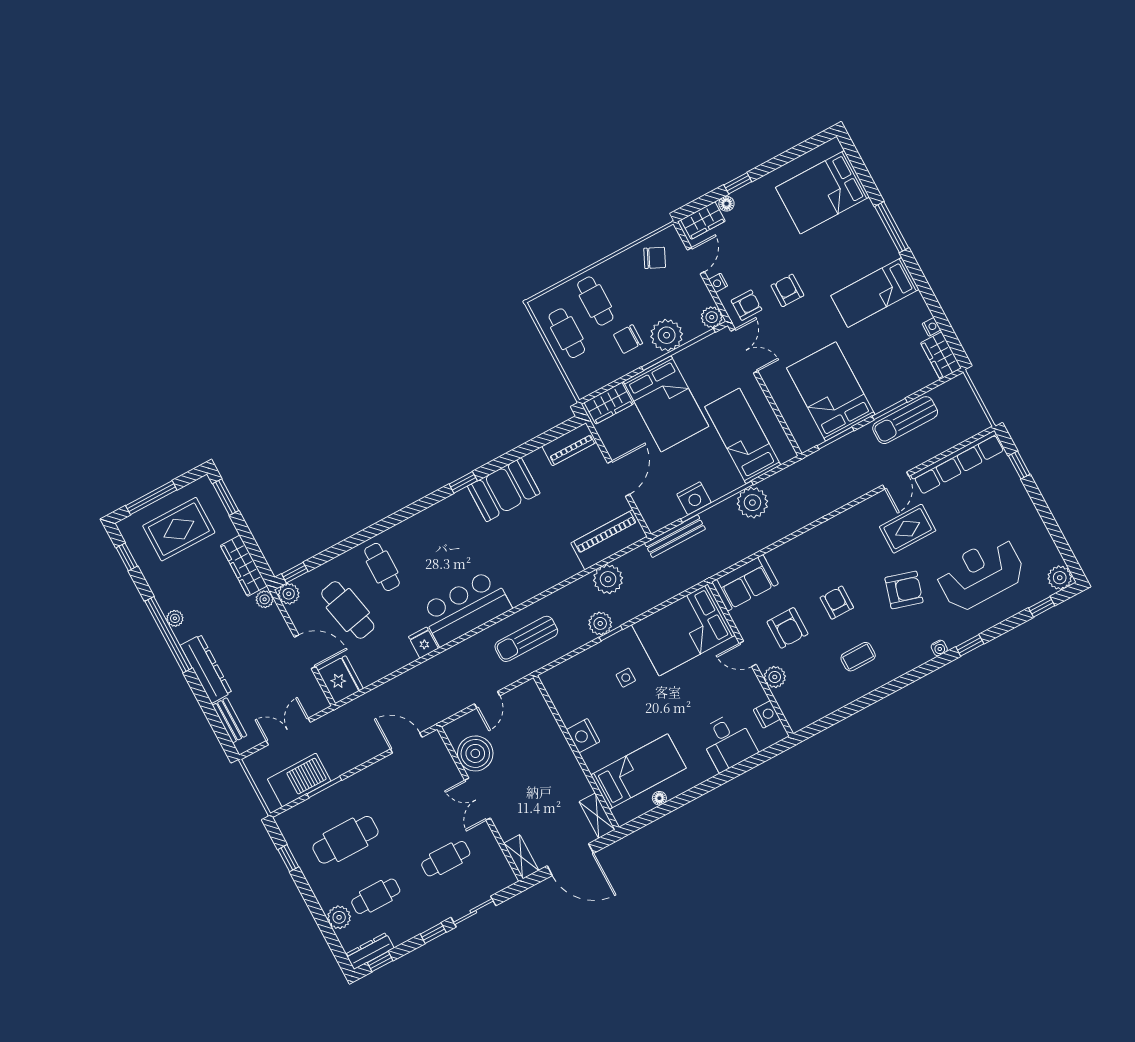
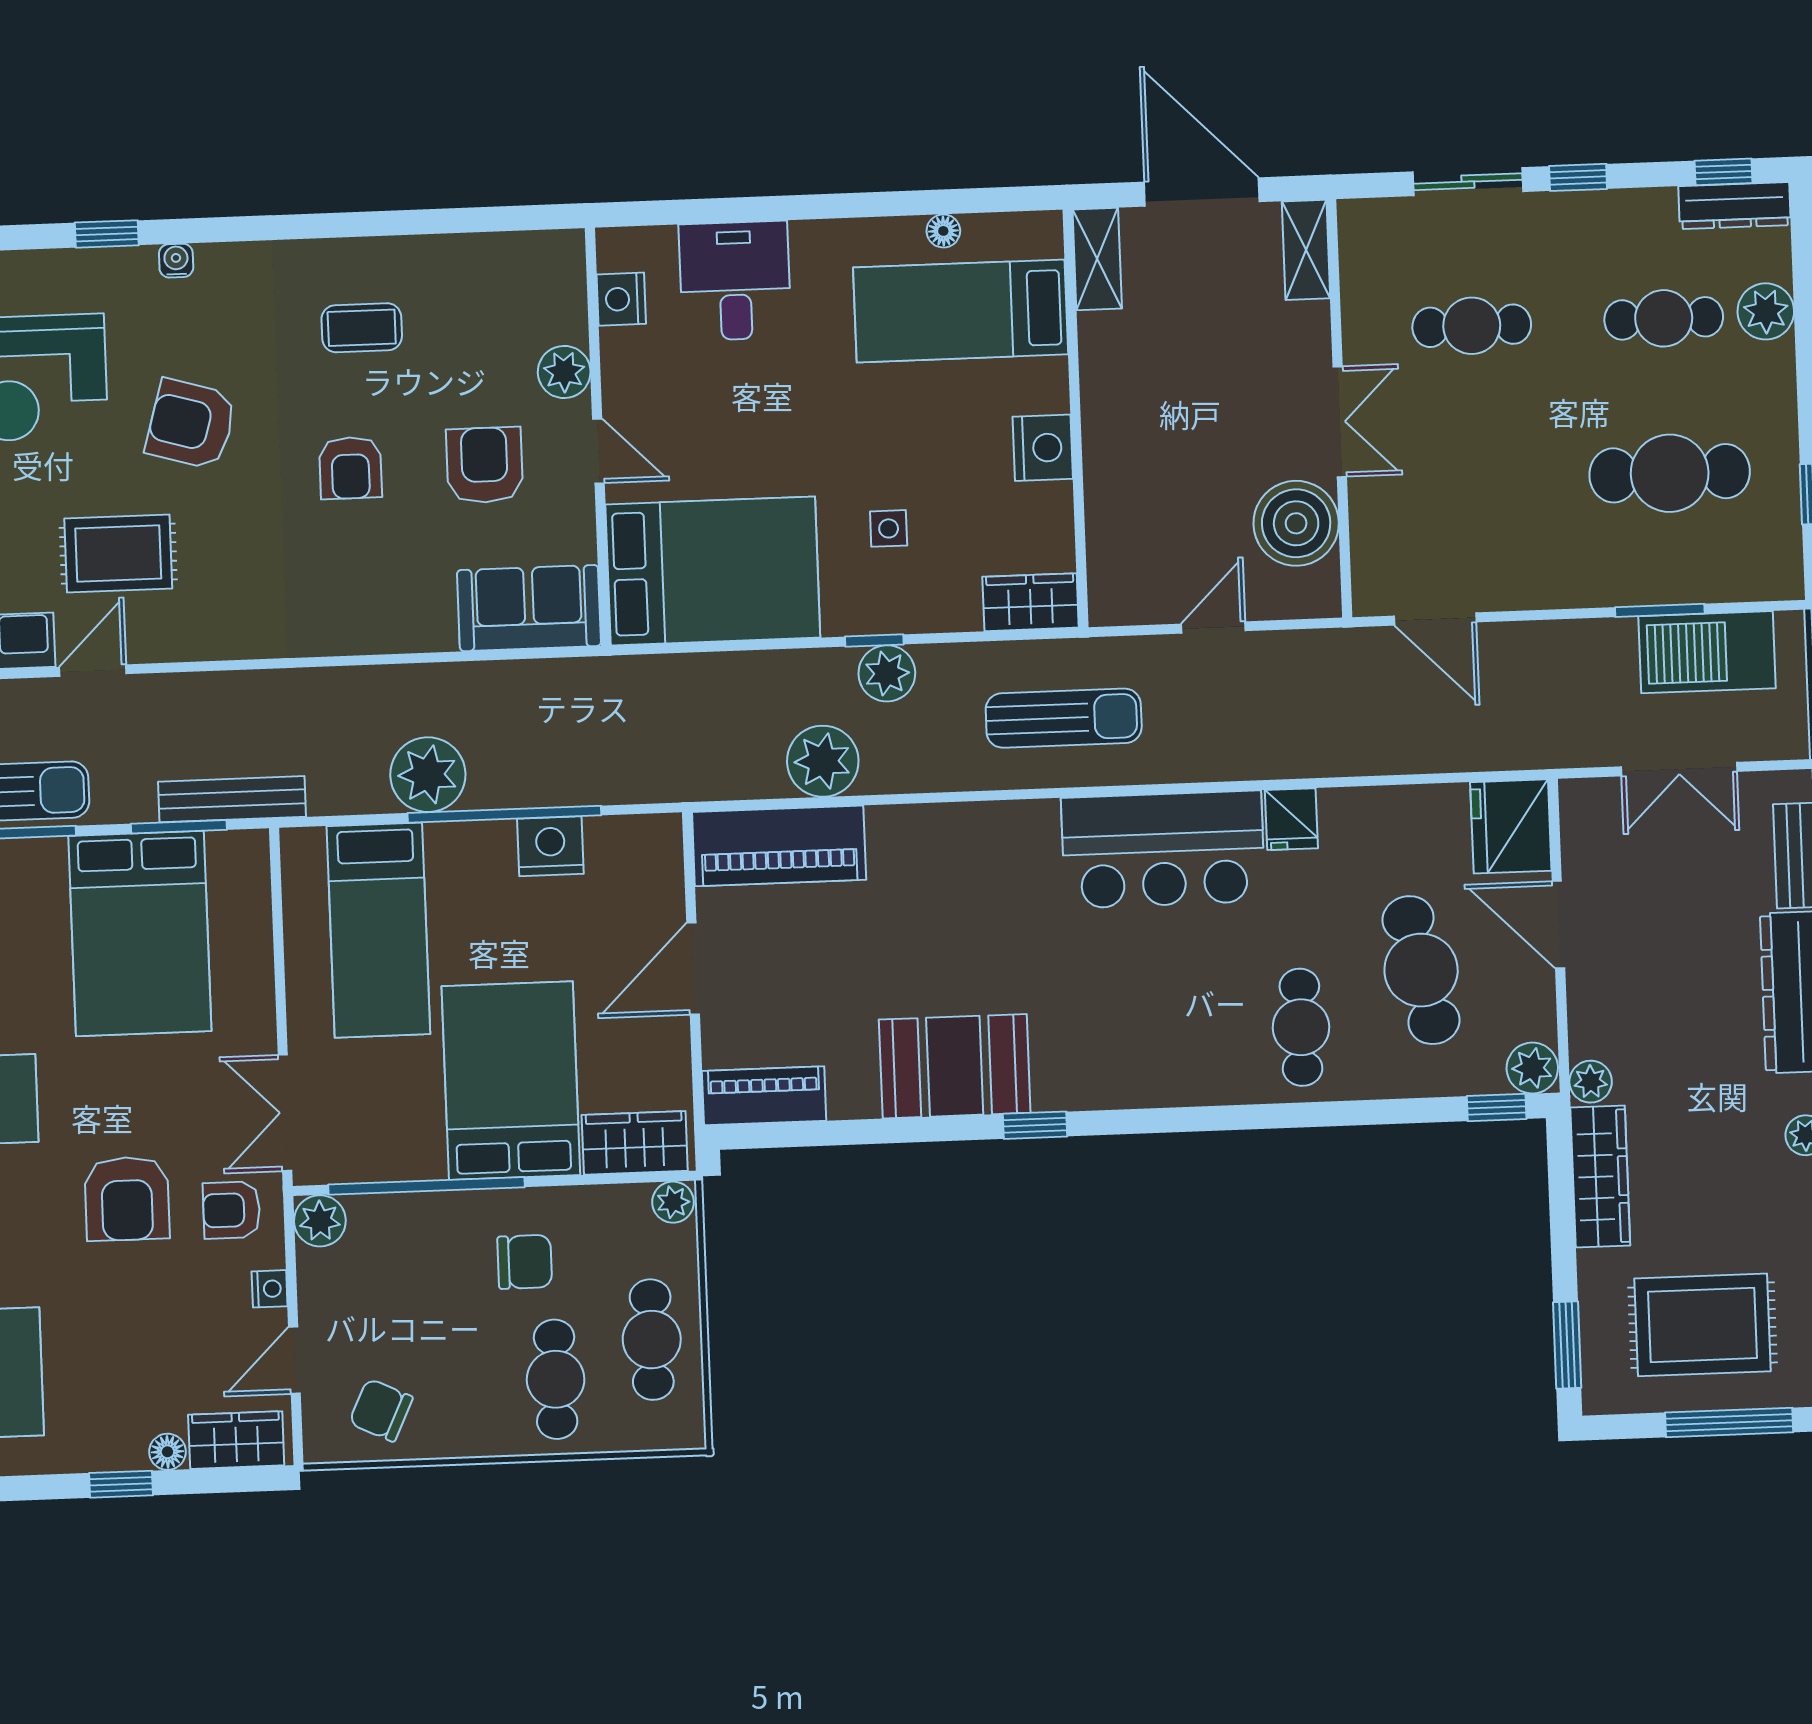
armchair: (787, 290) -> (127, 1199), width x1.38, depth x1.38
plant: (667, 335) -> (673, 1202), moved, width x0.53, depth x0.53
bench: (675, 536) -> (232, 799), moved
wardrobe: (560, 676) -> (1031, 602), added

